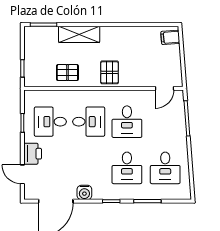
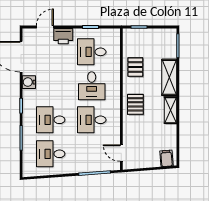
shelving: (116, 33) -> (170, 110), added
pallet: (110, 72) -> (135, 104), turned 90
desk: (50, 122) -> (92, 52), turned -90

